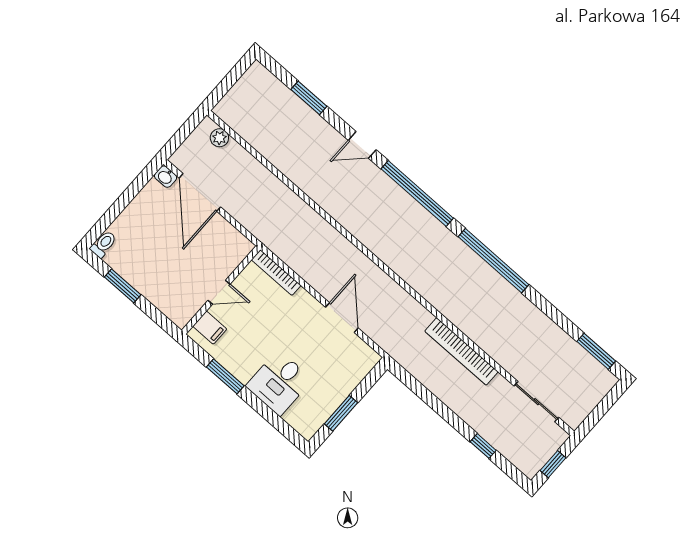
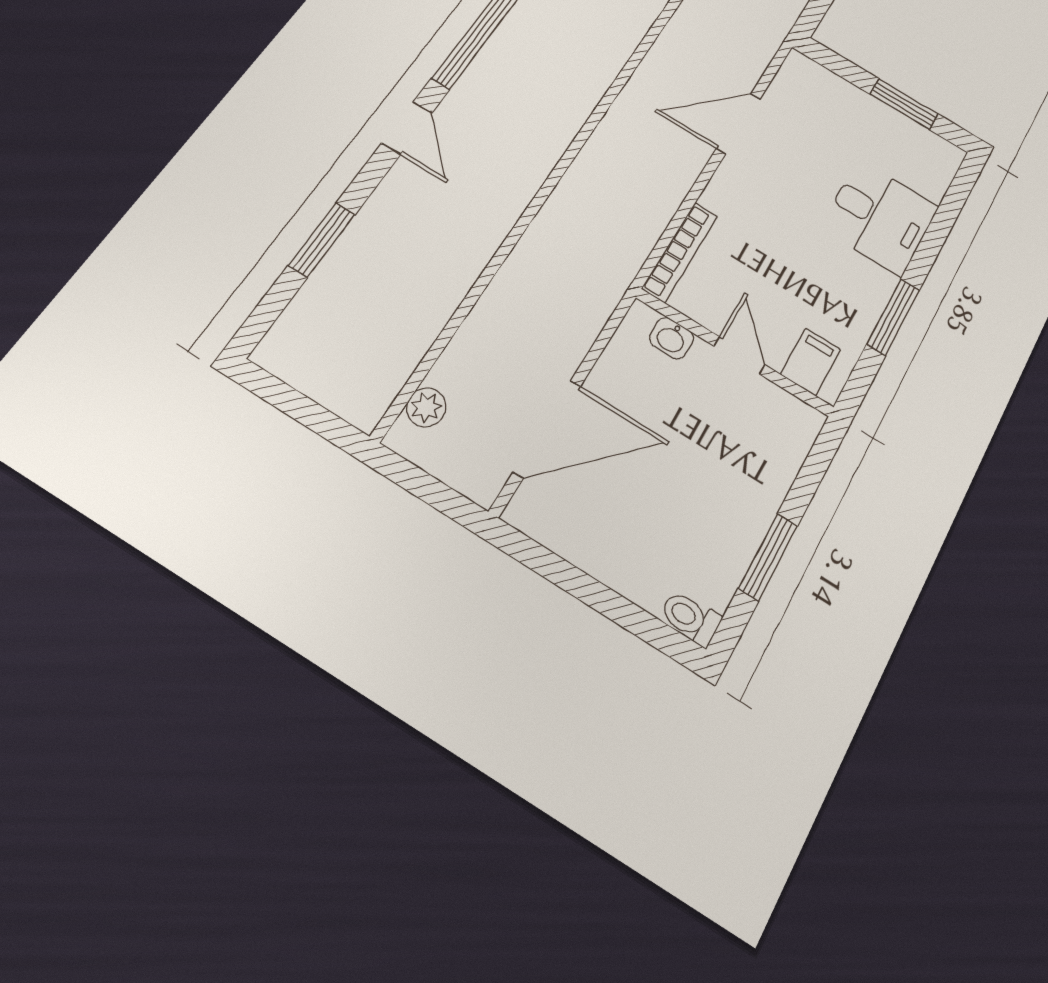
washbasin: (166, 177) -> (672, 338), moved, turned 90

